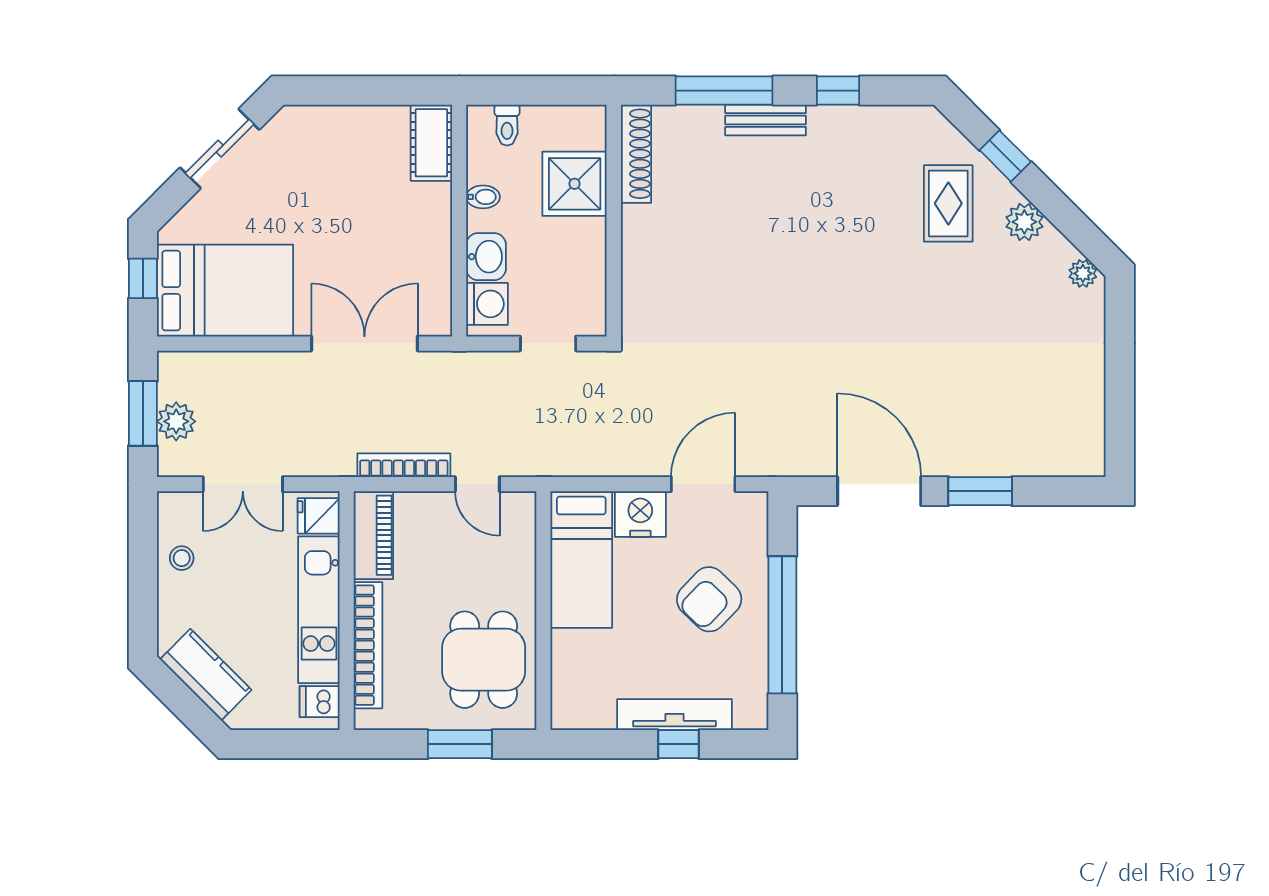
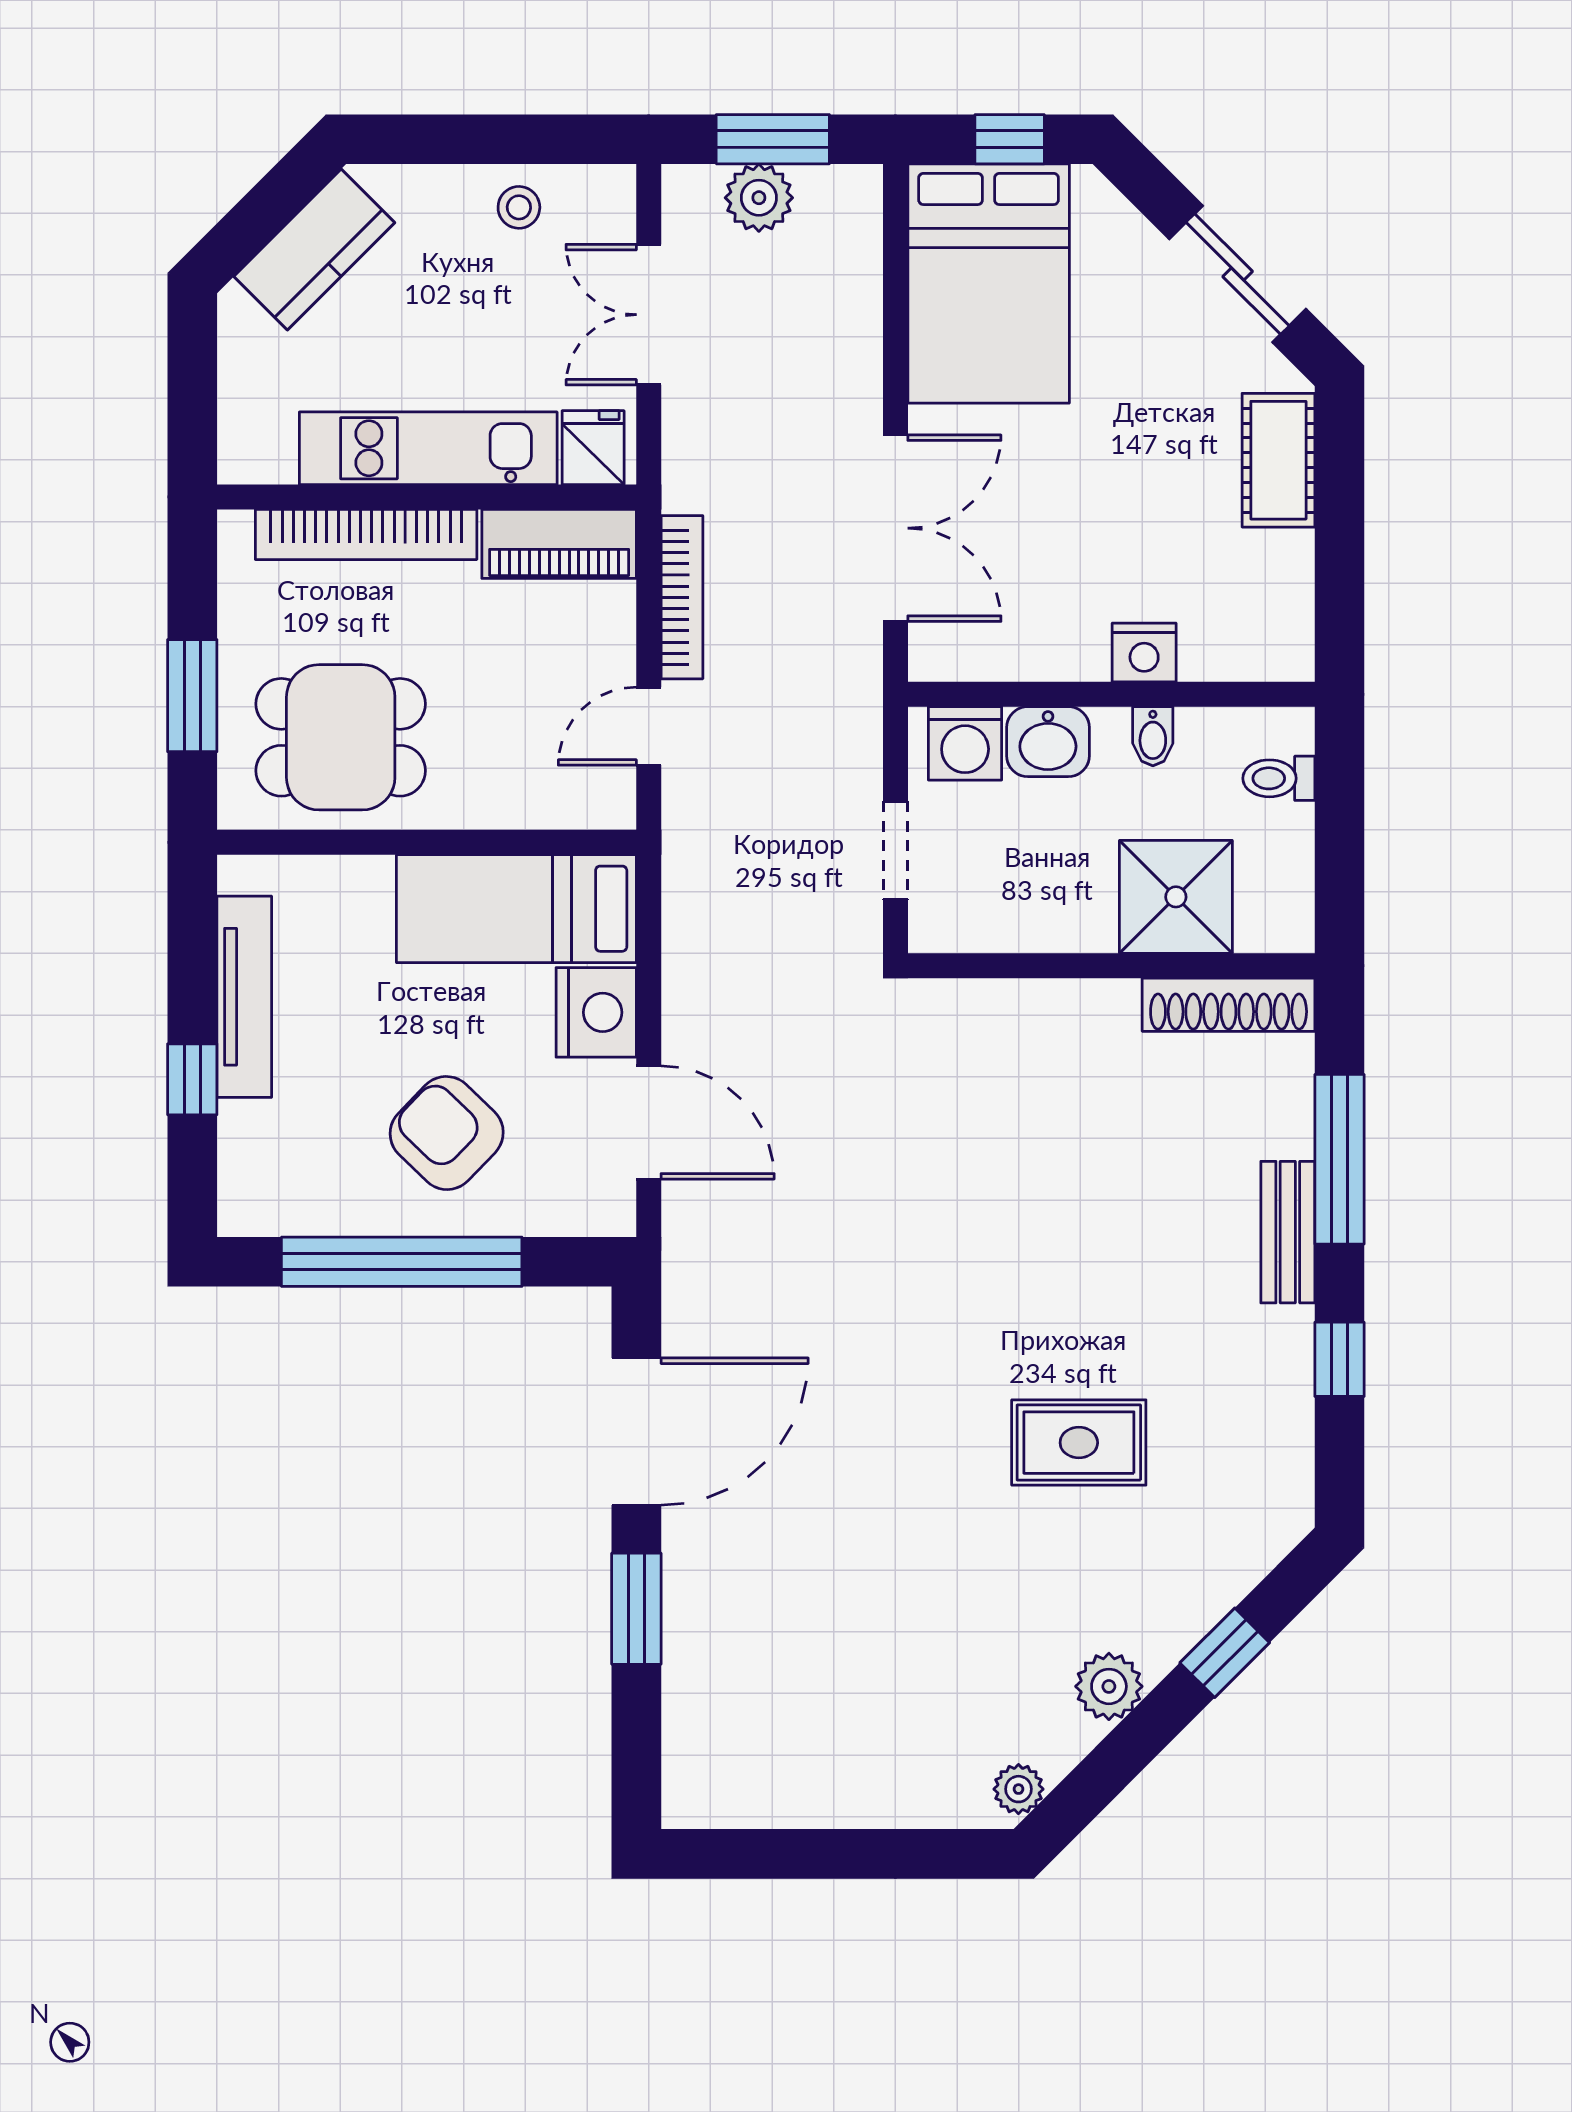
cot: (431, 143) -> (1278, 460), moved, turned 90
nightstand: (435, 202) -> (1144, 653), added
rug: (948, 203) -> (1079, 1443), moved
dishwasher: (320, 702) -> (267, 449), removed
tv unit: (674, 715) -> (244, 997), moved

